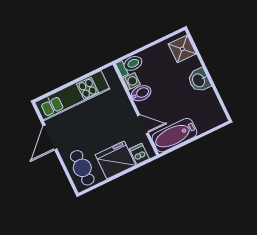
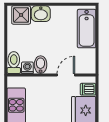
washbasin: (199, 80) -> (41, 14), moved
bathtub: (174, 135) -> (87, 29), moved

